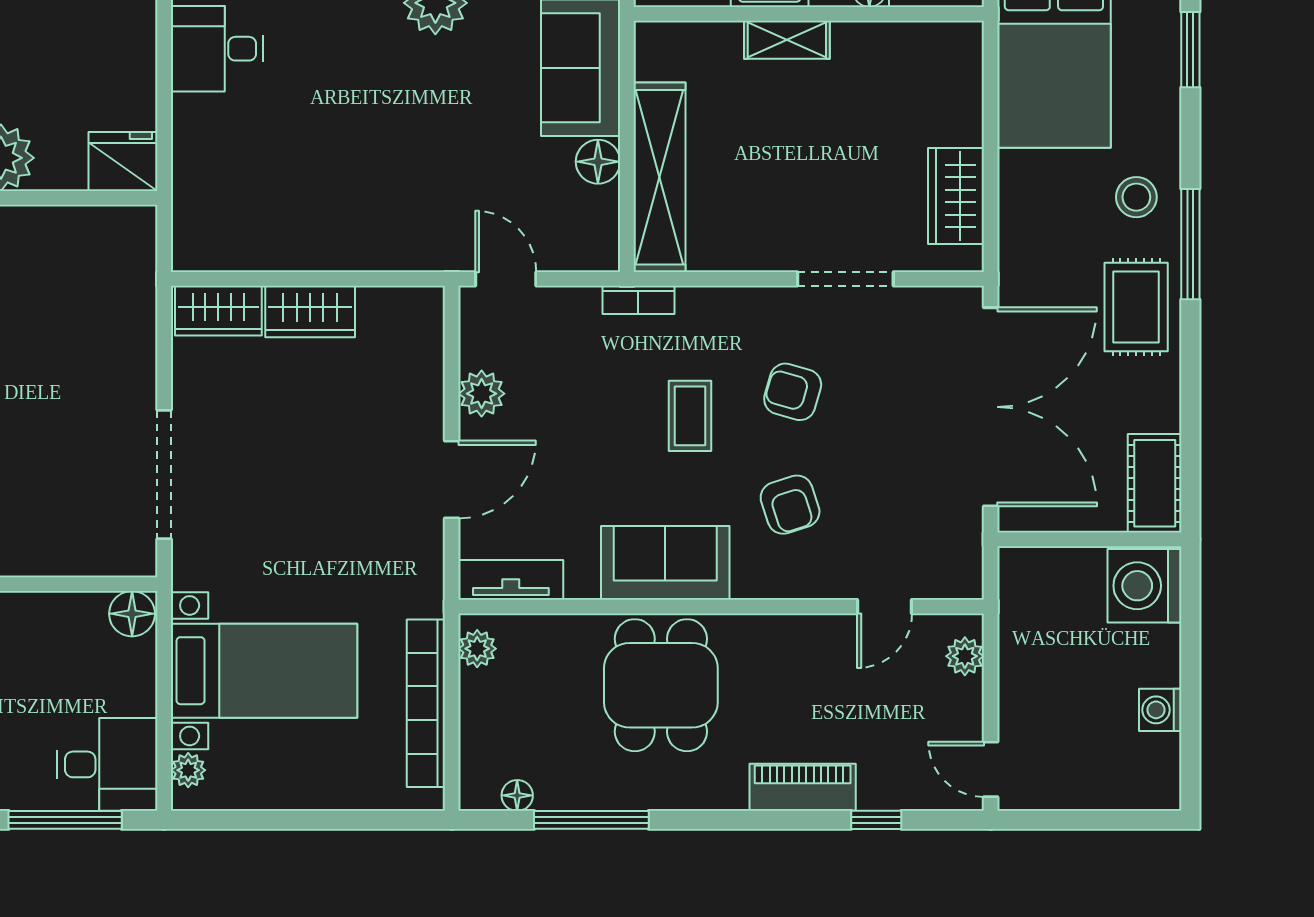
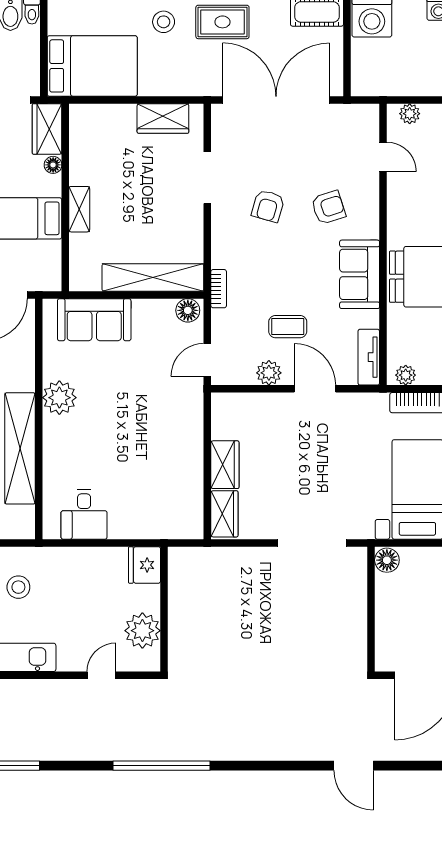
floor lamp: (598, 162) -> (188, 310), moved
coffee table: (690, 416) -> (288, 327), moved

